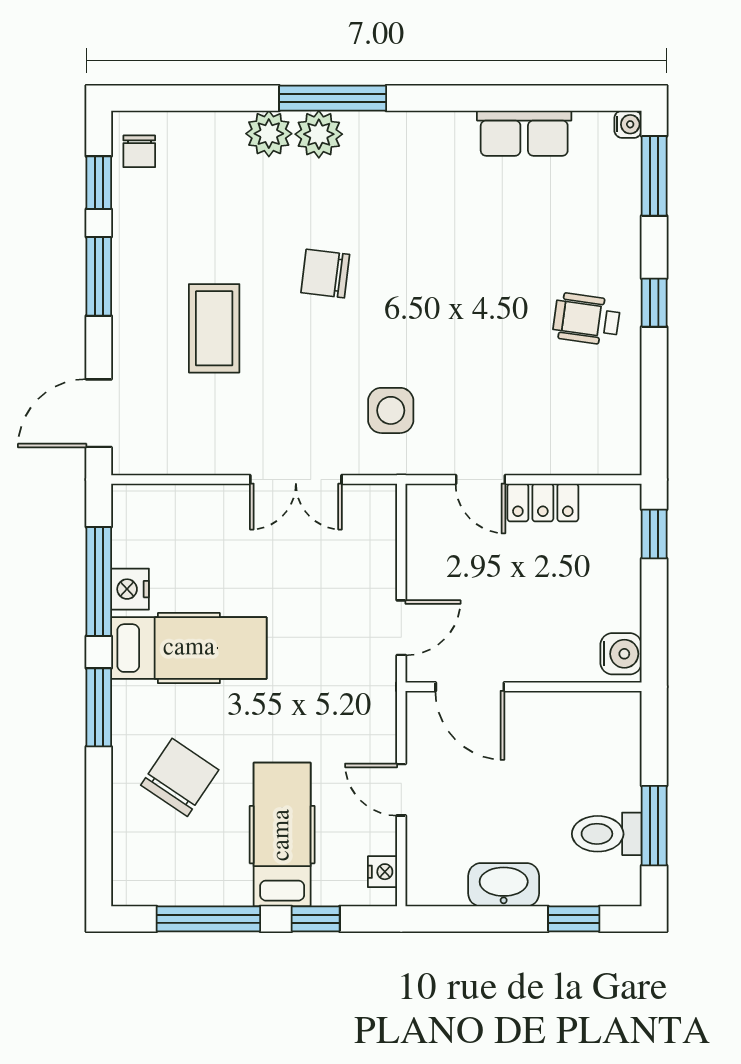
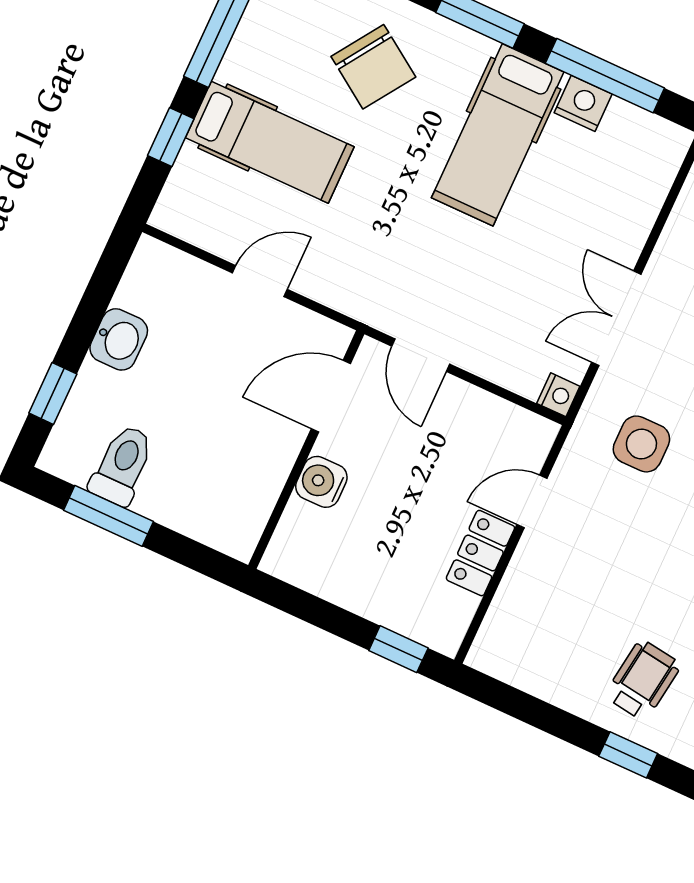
water cooler: (621, 654) -> (321, 482), moved, turned 90
nightstand: (382, 872) -> (558, 395), moved, turned -90
washbasin: (504, 885) -> (119, 339), width x0.72

